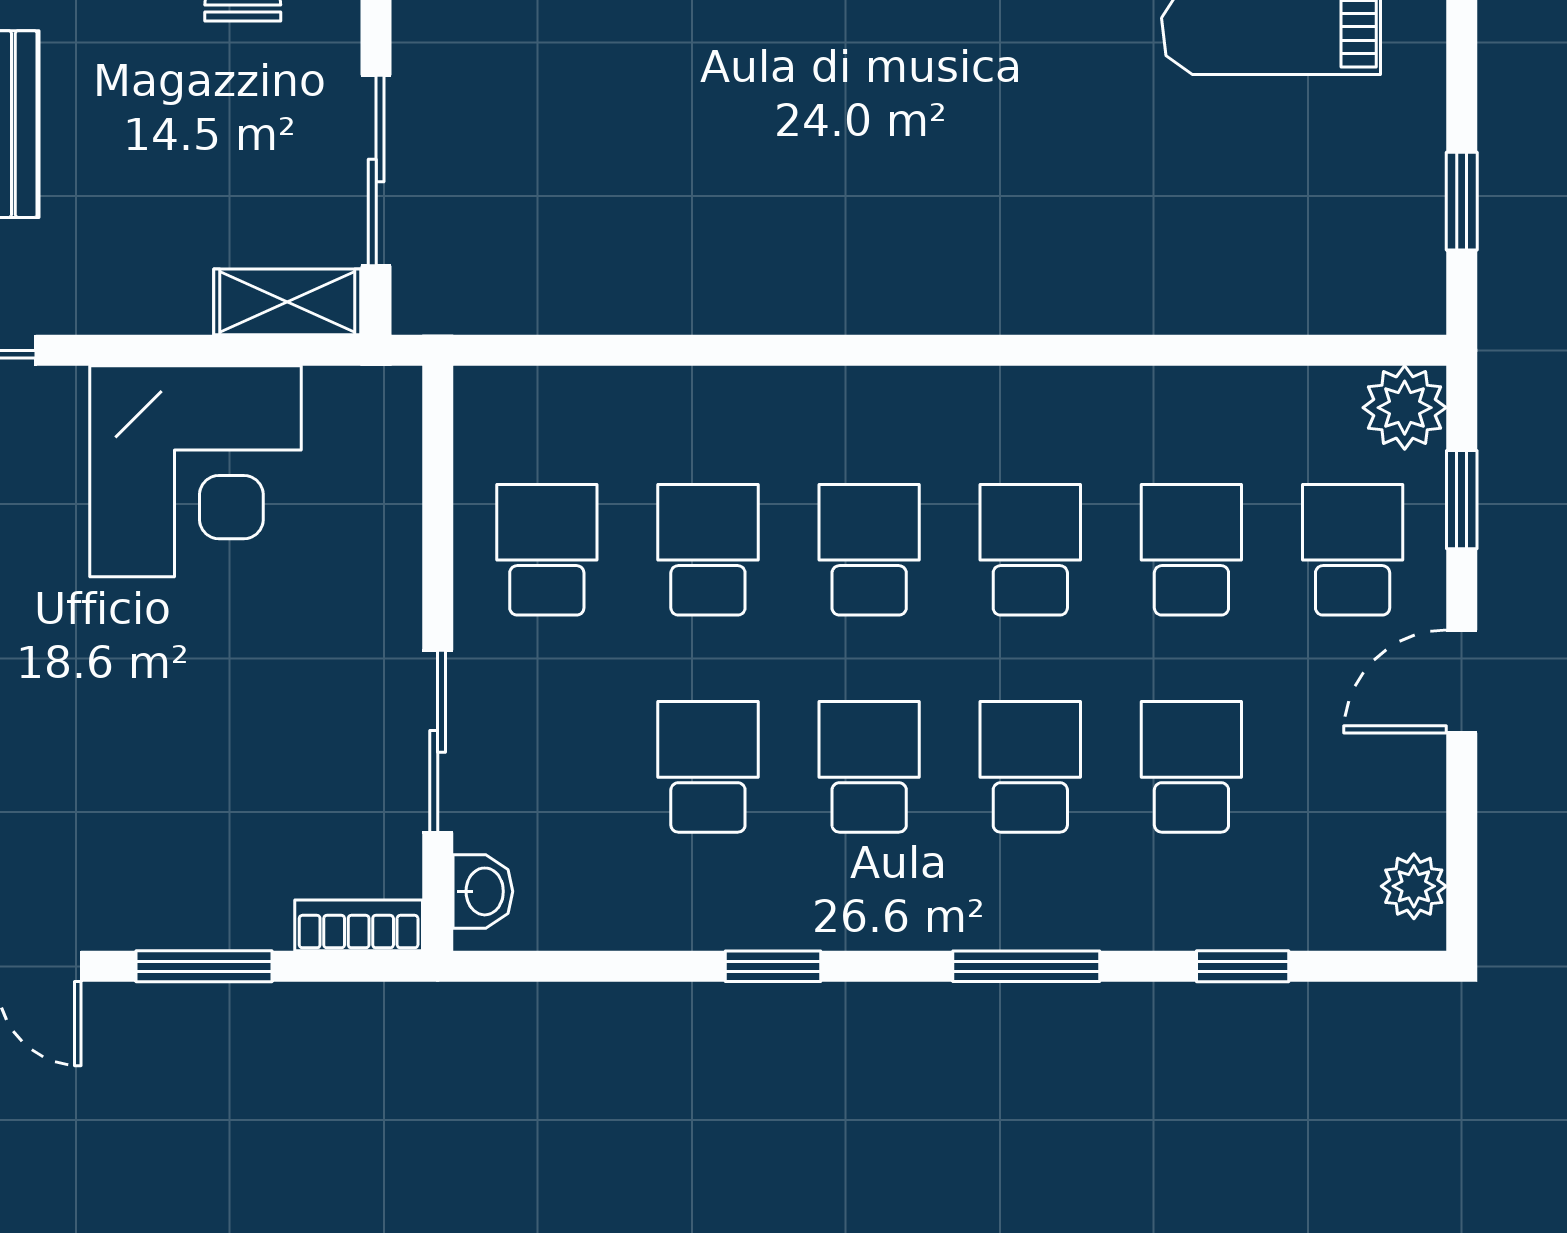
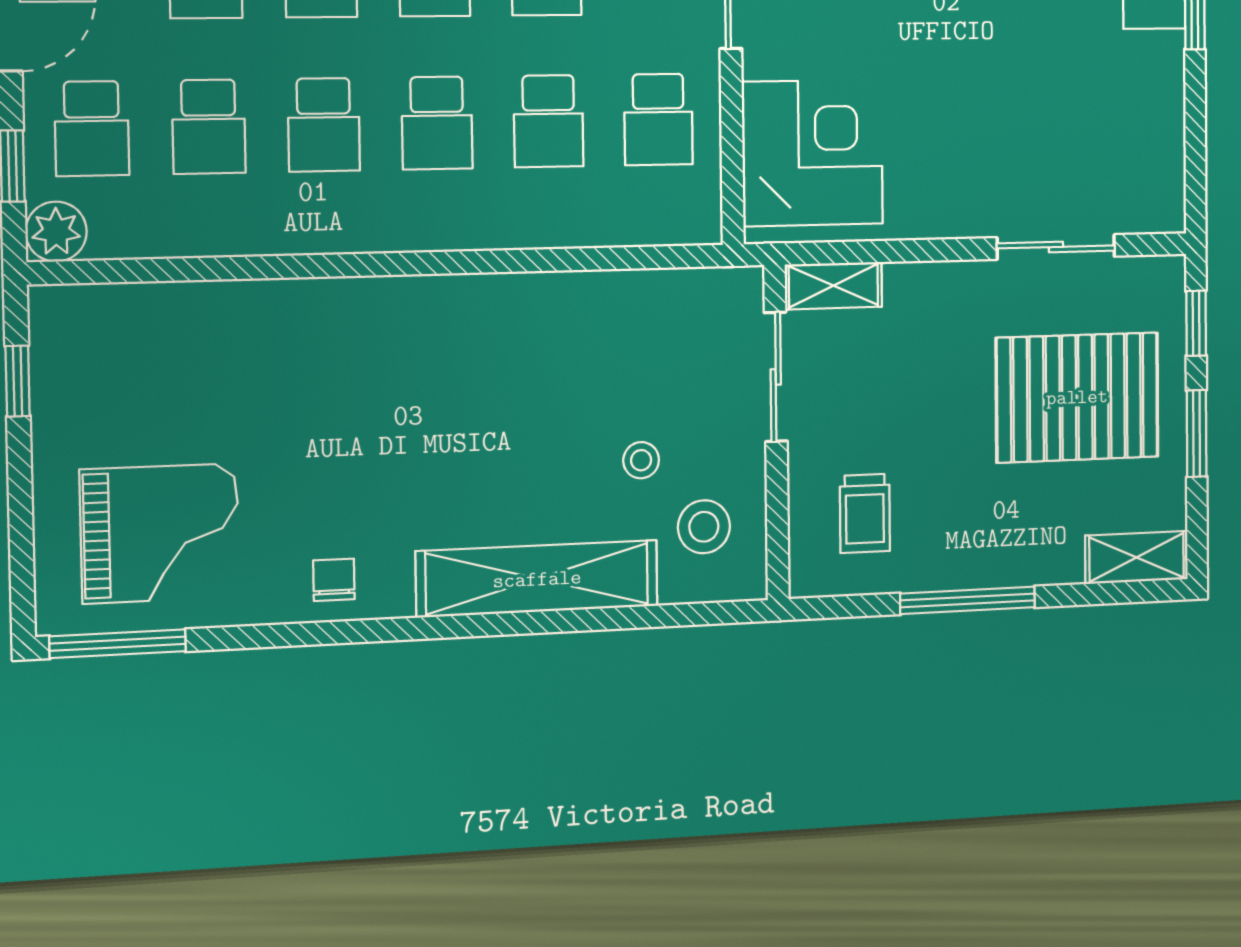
stool: (579, 56) -> (641, 460), added
corner desk: (195, 471) -> (813, 153), moved, turned 90

